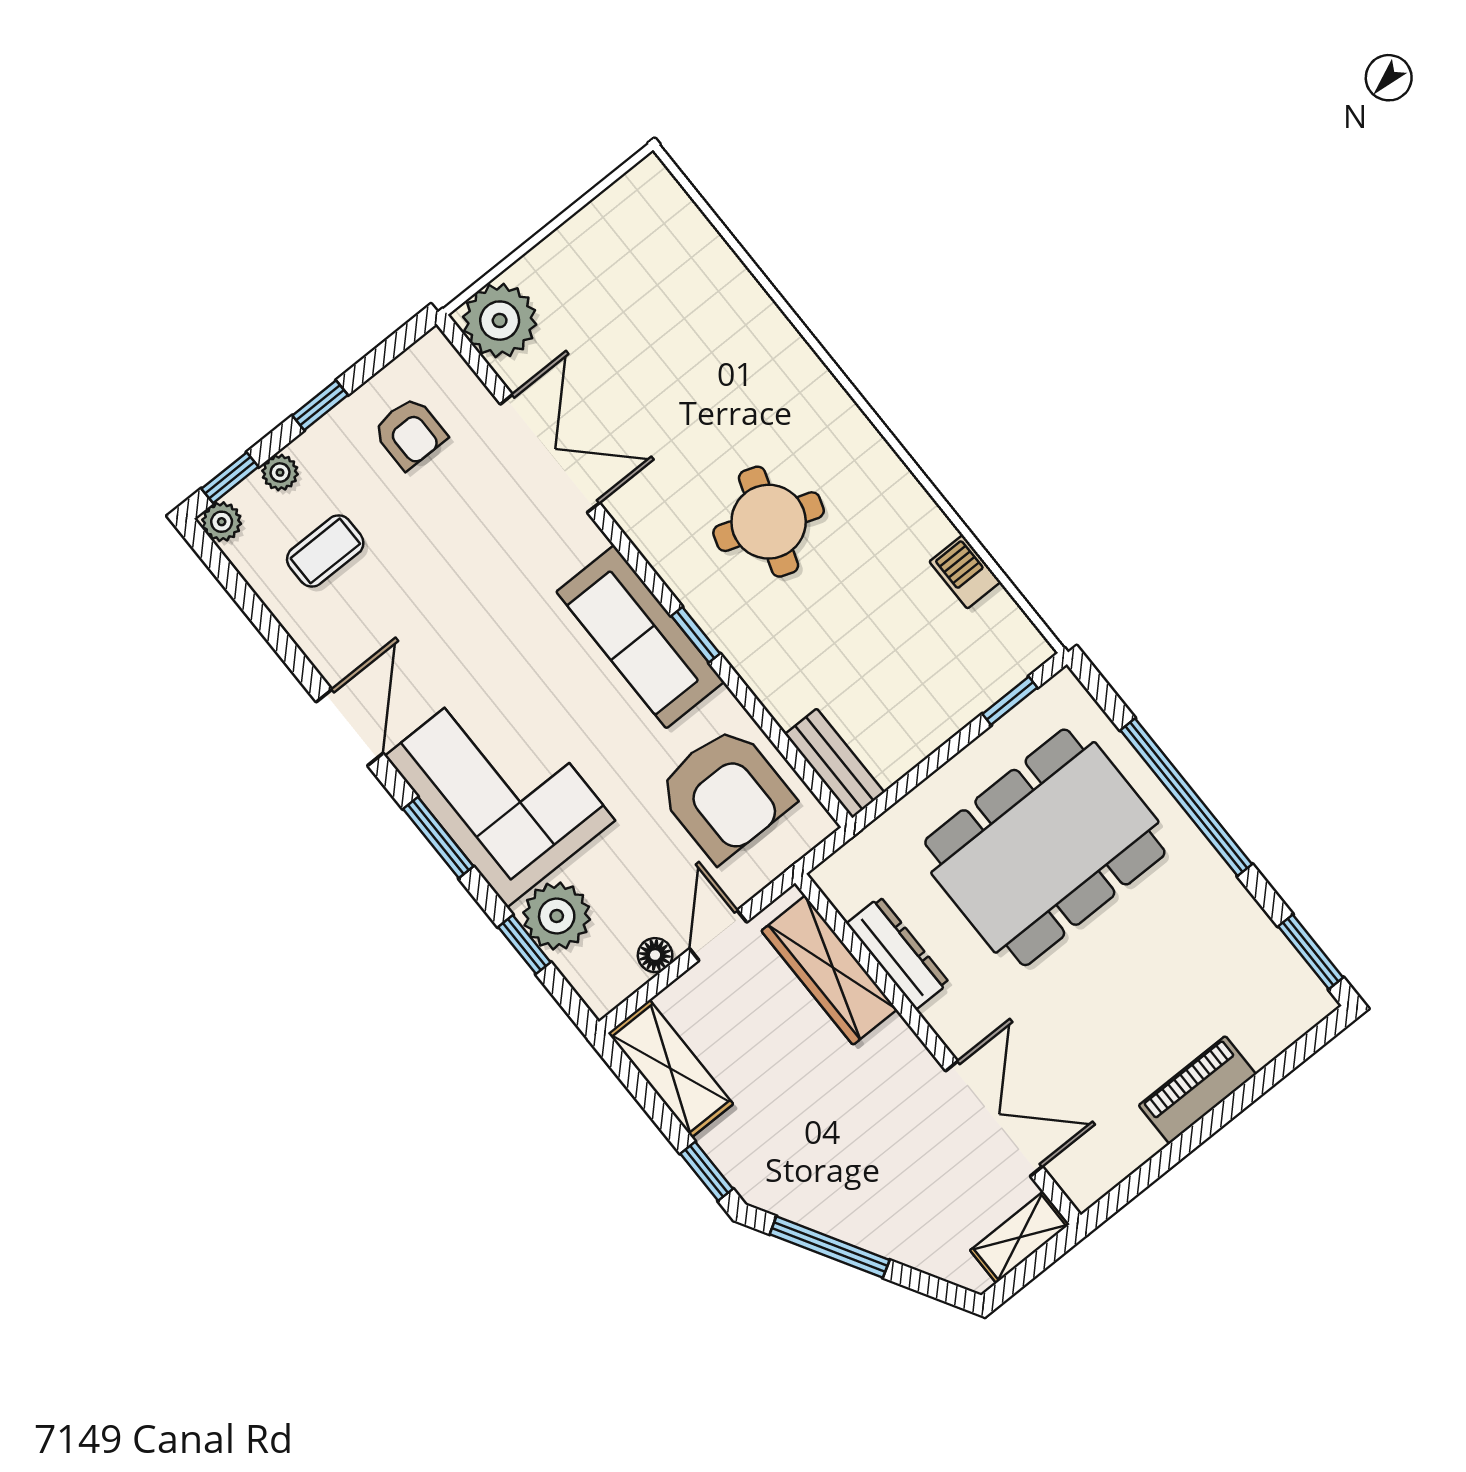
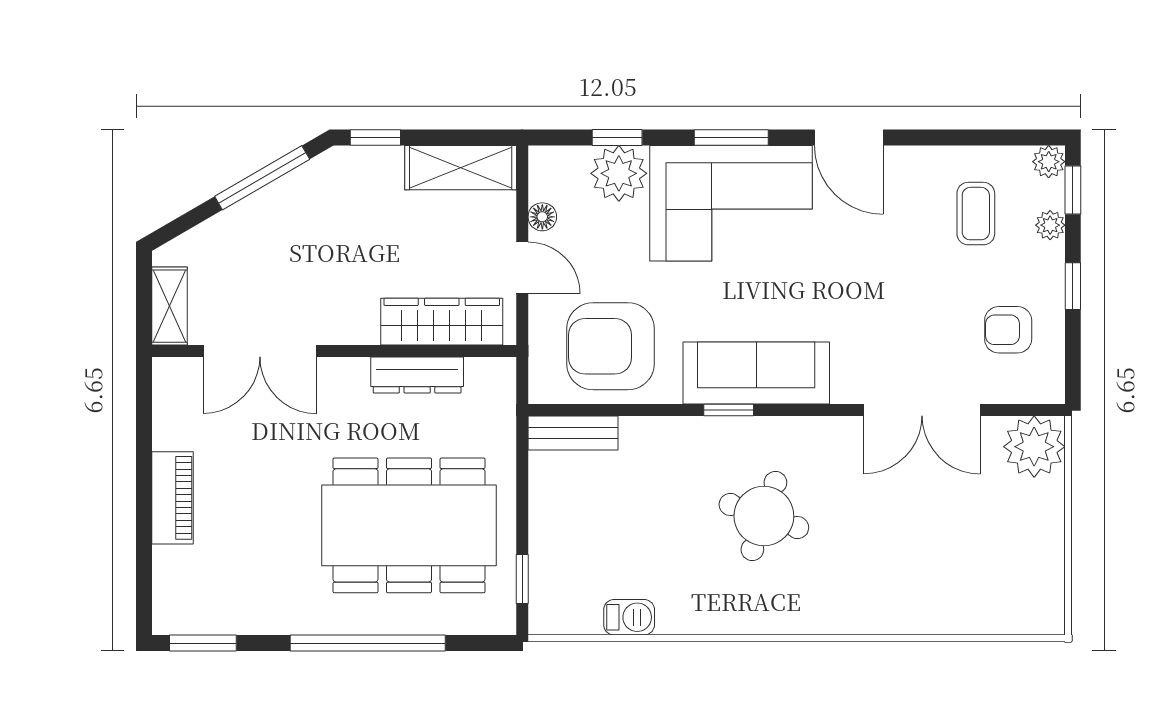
dining table: (1045, 847) -> (409, 525), turned 90

